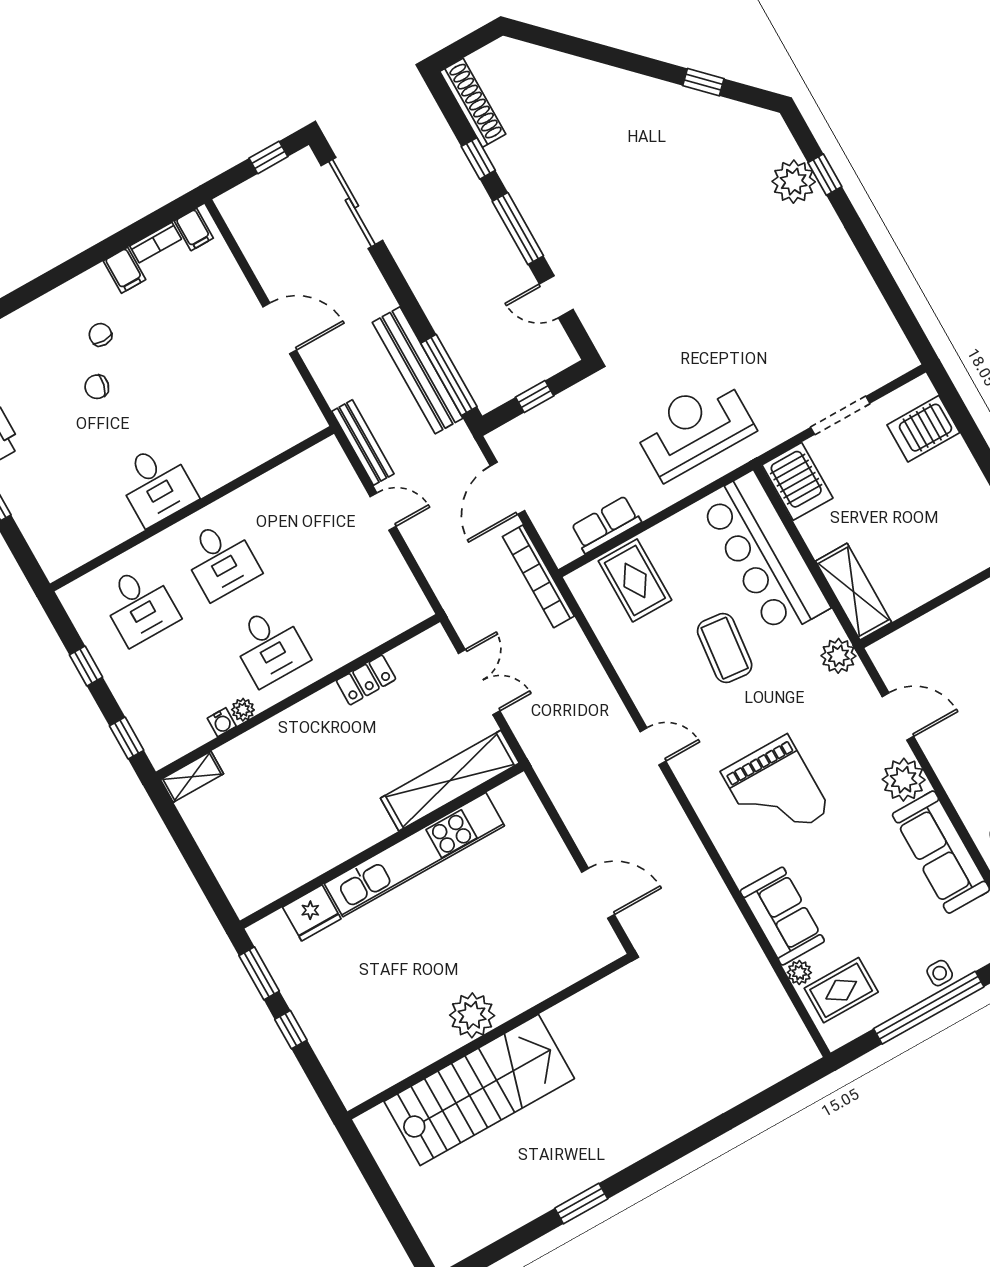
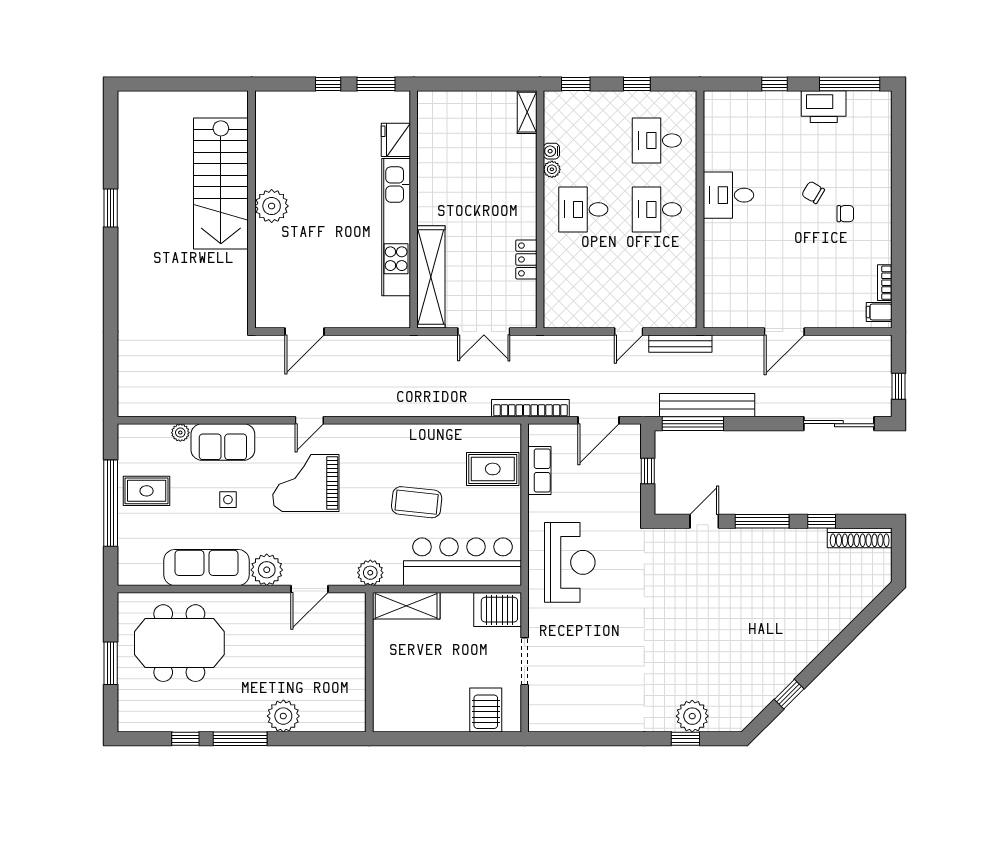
filing cabinet: (124, 270) -> (878, 253), removed
chair: (97, 387) -> (813, 192), turned -73
door: (507, 488) -> (599, 420), swing flipped
door: (653, 746) -> (309, 420), moved
side table: (940, 973) -> (228, 500), moved
rug: (841, 990) -> (147, 491), moved, turned 90

